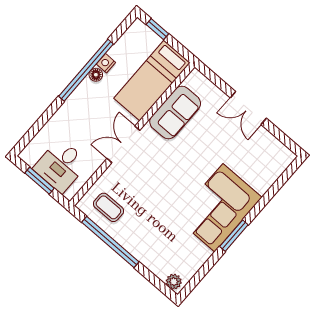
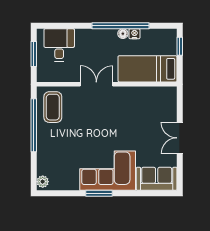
sofa: (175, 112) -> (157, 179), moved, turned 180
desk: (61, 166) -> (59, 45), moved, turned 90
coffee table: (108, 207) -> (53, 107), width x1.36, depth x1.30

